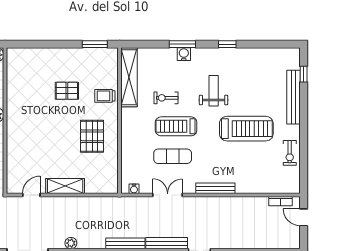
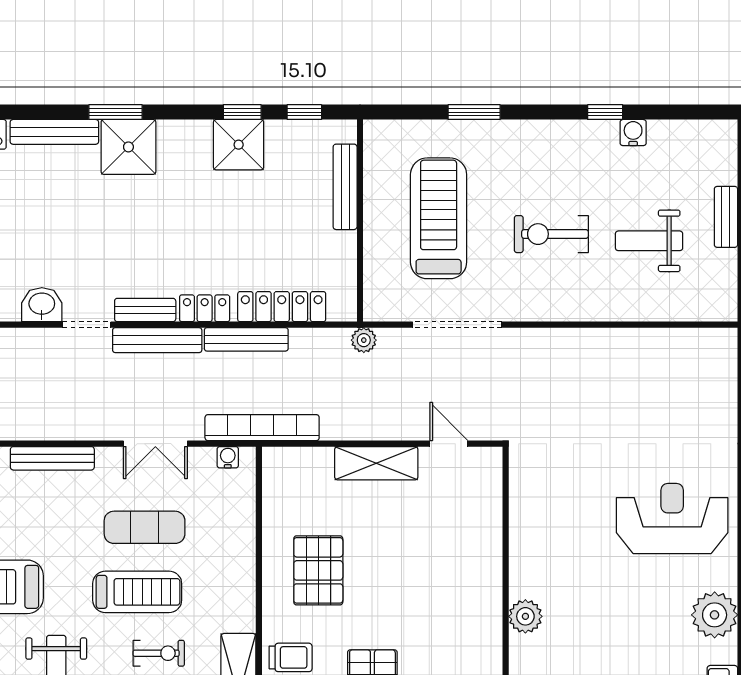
door: (31, 195) -> (449, 444), swing flipped
bookcase: (118, 202) -> (262, 428), added

